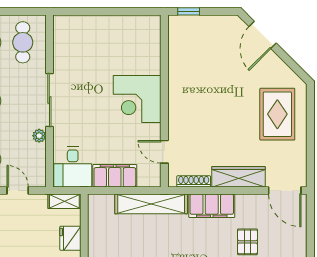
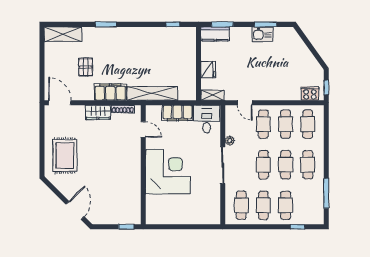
corner desk: (137, 99) -> (168, 172), width x1.36, depth x1.36
wardrobe: (238, 177) -> (98, 112), width x0.67

